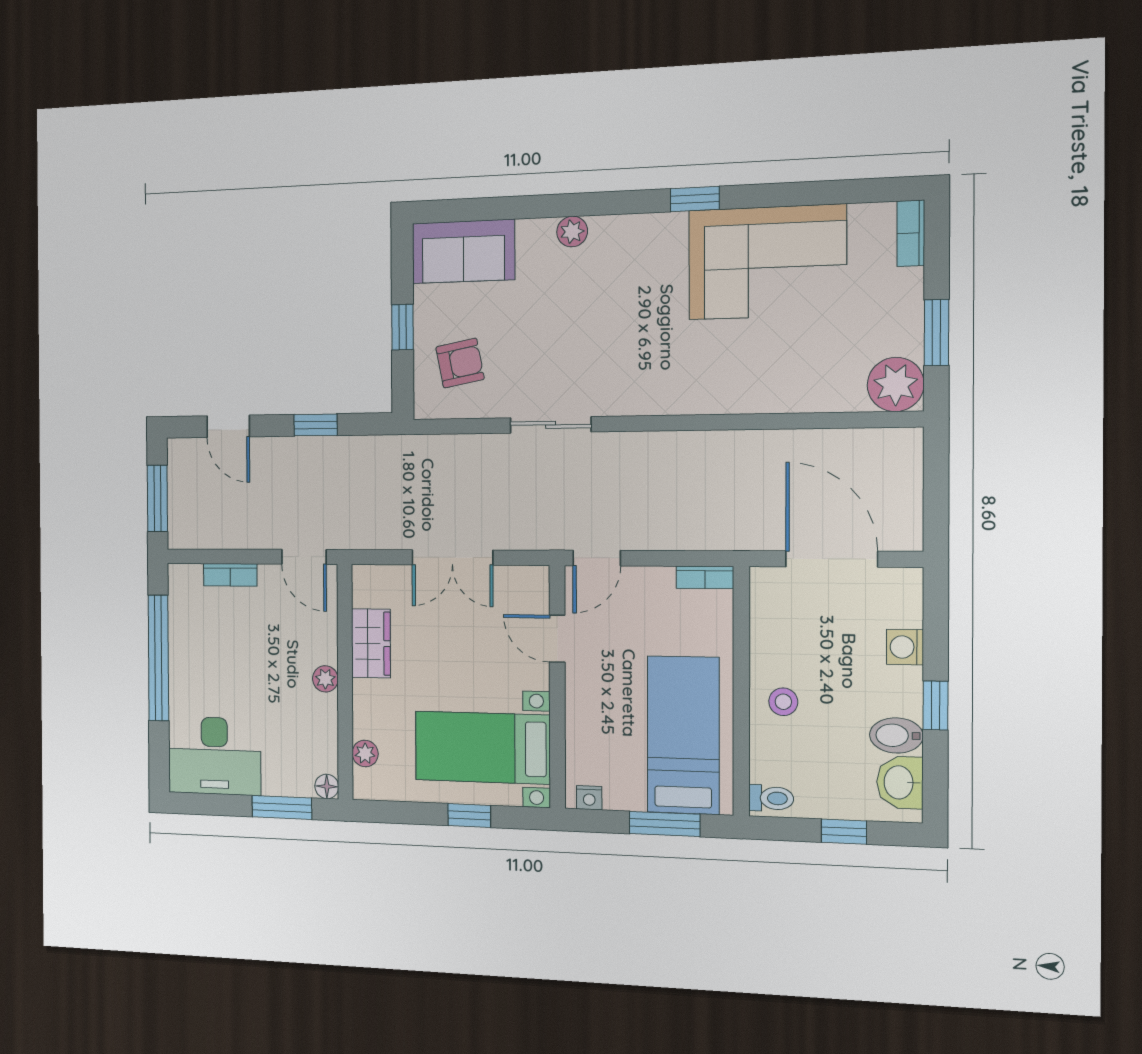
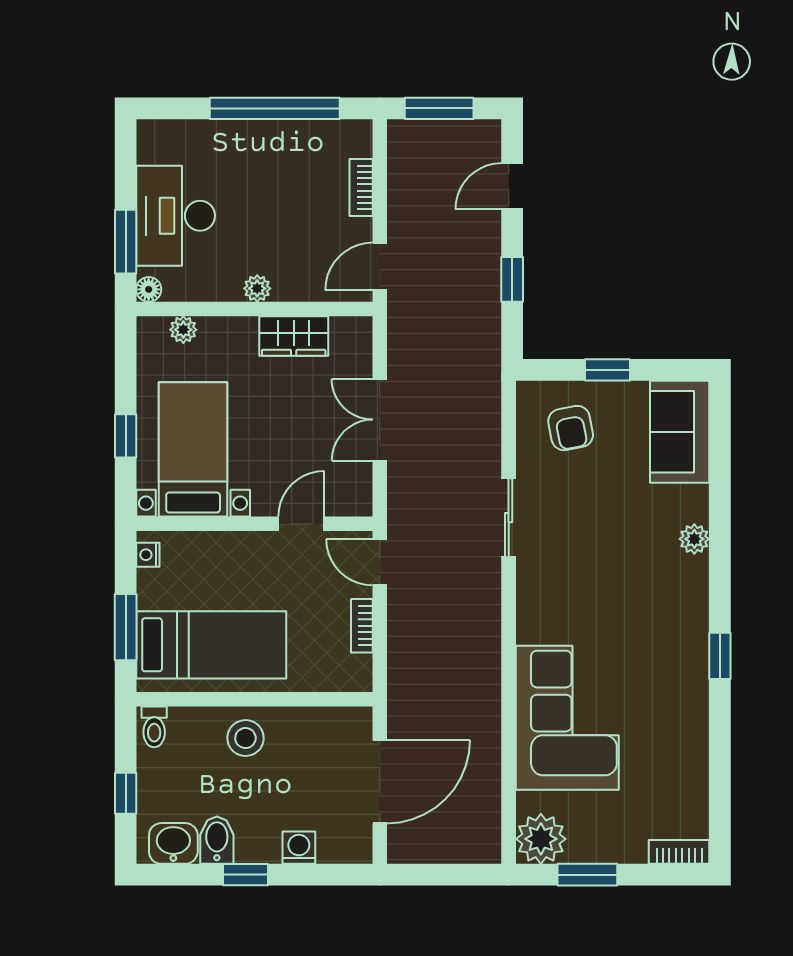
corner sofa: (767, 262) -> (567, 718), moved, turned 180
bookcase: (705, 577) -> (362, 626), moved
stool: (783, 702) -> (245, 738), width x1.37, depth x1.37
desk: (214, 756) -> (176, 216), moved

